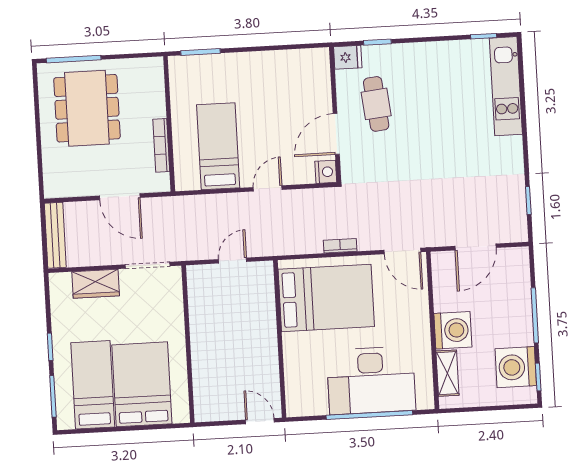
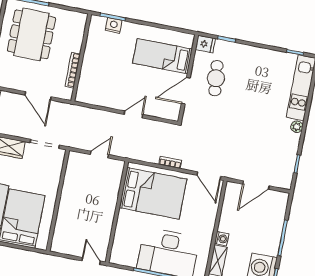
plant: (514, 145) -> (297, 127), added
bed: (218, 146) -> (162, 56), moved, turned -90
nightstand: (326, 172) -> (114, 25), moved, turned -90
washing machine: (453, 330) -> (222, 239), width x0.53, depth x0.53

